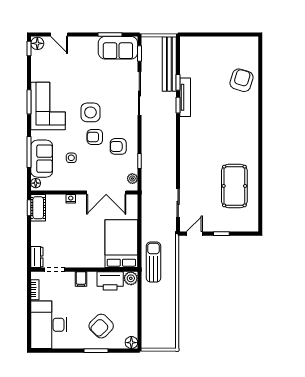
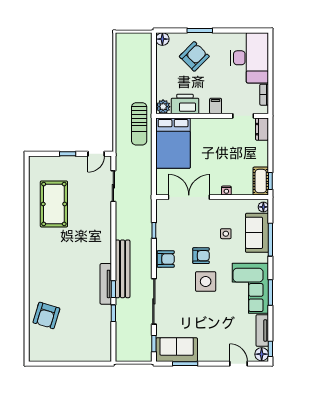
bench: (169, 64) -> (123, 269), moved
tv unit: (37, 66) -> (262, 330), added
tv unit: (185, 97) -> (106, 284), moved
armchair: (118, 146) -> (166, 259), moved
plant: (132, 179) -> (161, 212), removed

